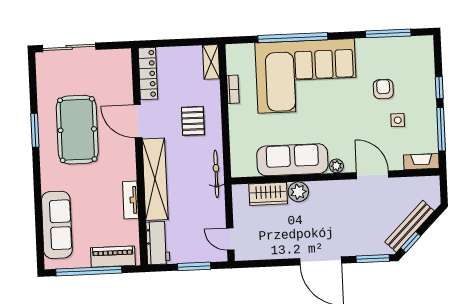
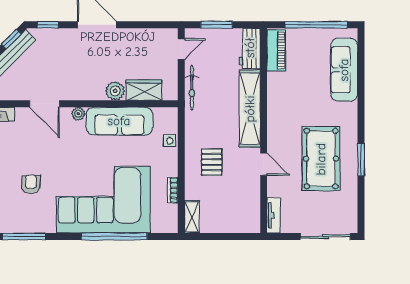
locker: (148, 74) -> (252, 209), removed
armchair: (383, 89) -> (31, 184), turned 180
side table: (398, 120) -> (170, 141), moved
door: (138, 121) -> (264, 164), width x0.73
bicycle: (216, 174) -> (192, 88), moved
tv unit: (131, 200) -> (274, 215), moved
door: (230, 239) -> (181, 49), hinge flipped
piano: (113, 257) -> (276, 50), moved, turned -90
window: (373, 259) -> (48, 25), width x0.67

